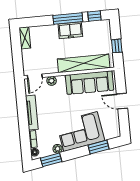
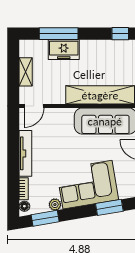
window: (68, 18) -> (59, 34), moved
freezer: (70, 30) -> (64, 50), moved
shelving: (25, 38) -> (26, 72), moved
plant: (52, 81) -> (56, 114), removed

